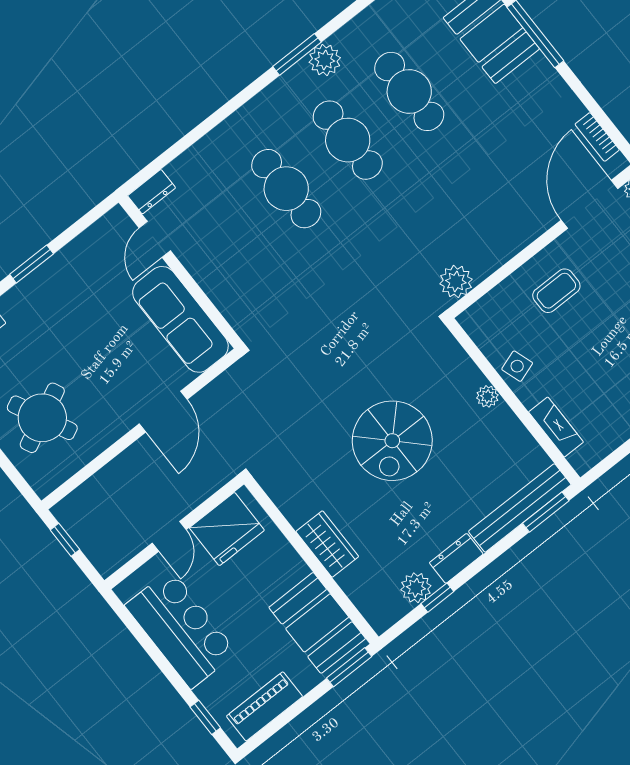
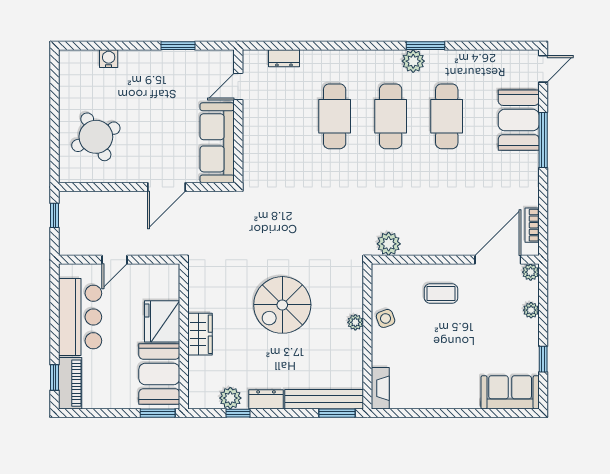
window: (297, 54) -> (425, 46), moved
dresser: (152, 192) -> (284, 58), moved
window: (32, 264) -> (178, 46), moved
fireplace: (556, 427) -> (380, 388), moved
fridge: (227, 529) -> (162, 321), moved, turned 90
piano: (264, 706) -> (70, 383), moved, turned 90

